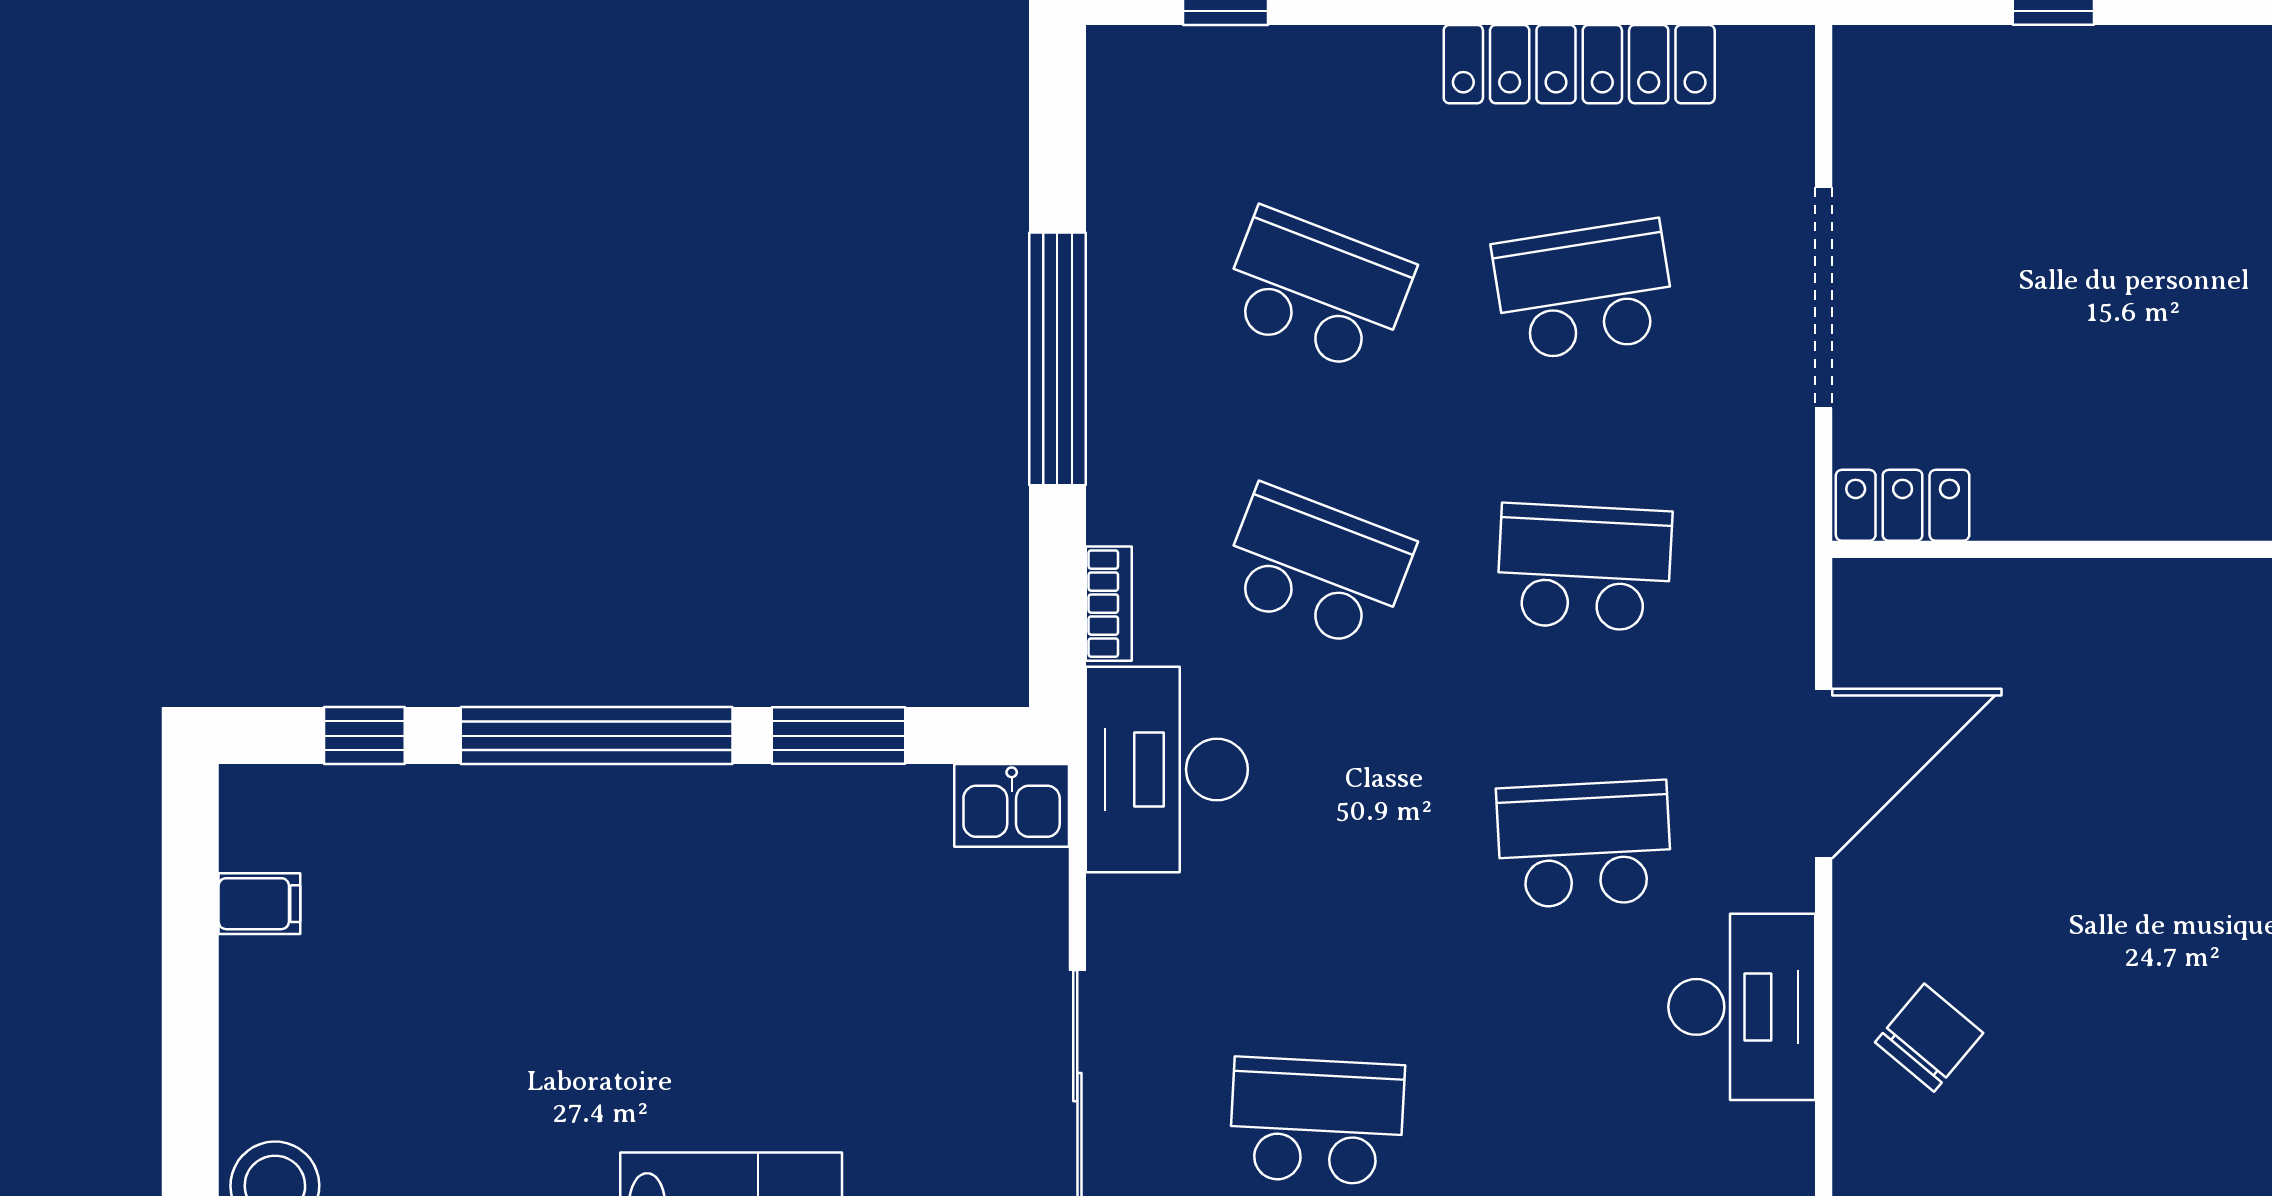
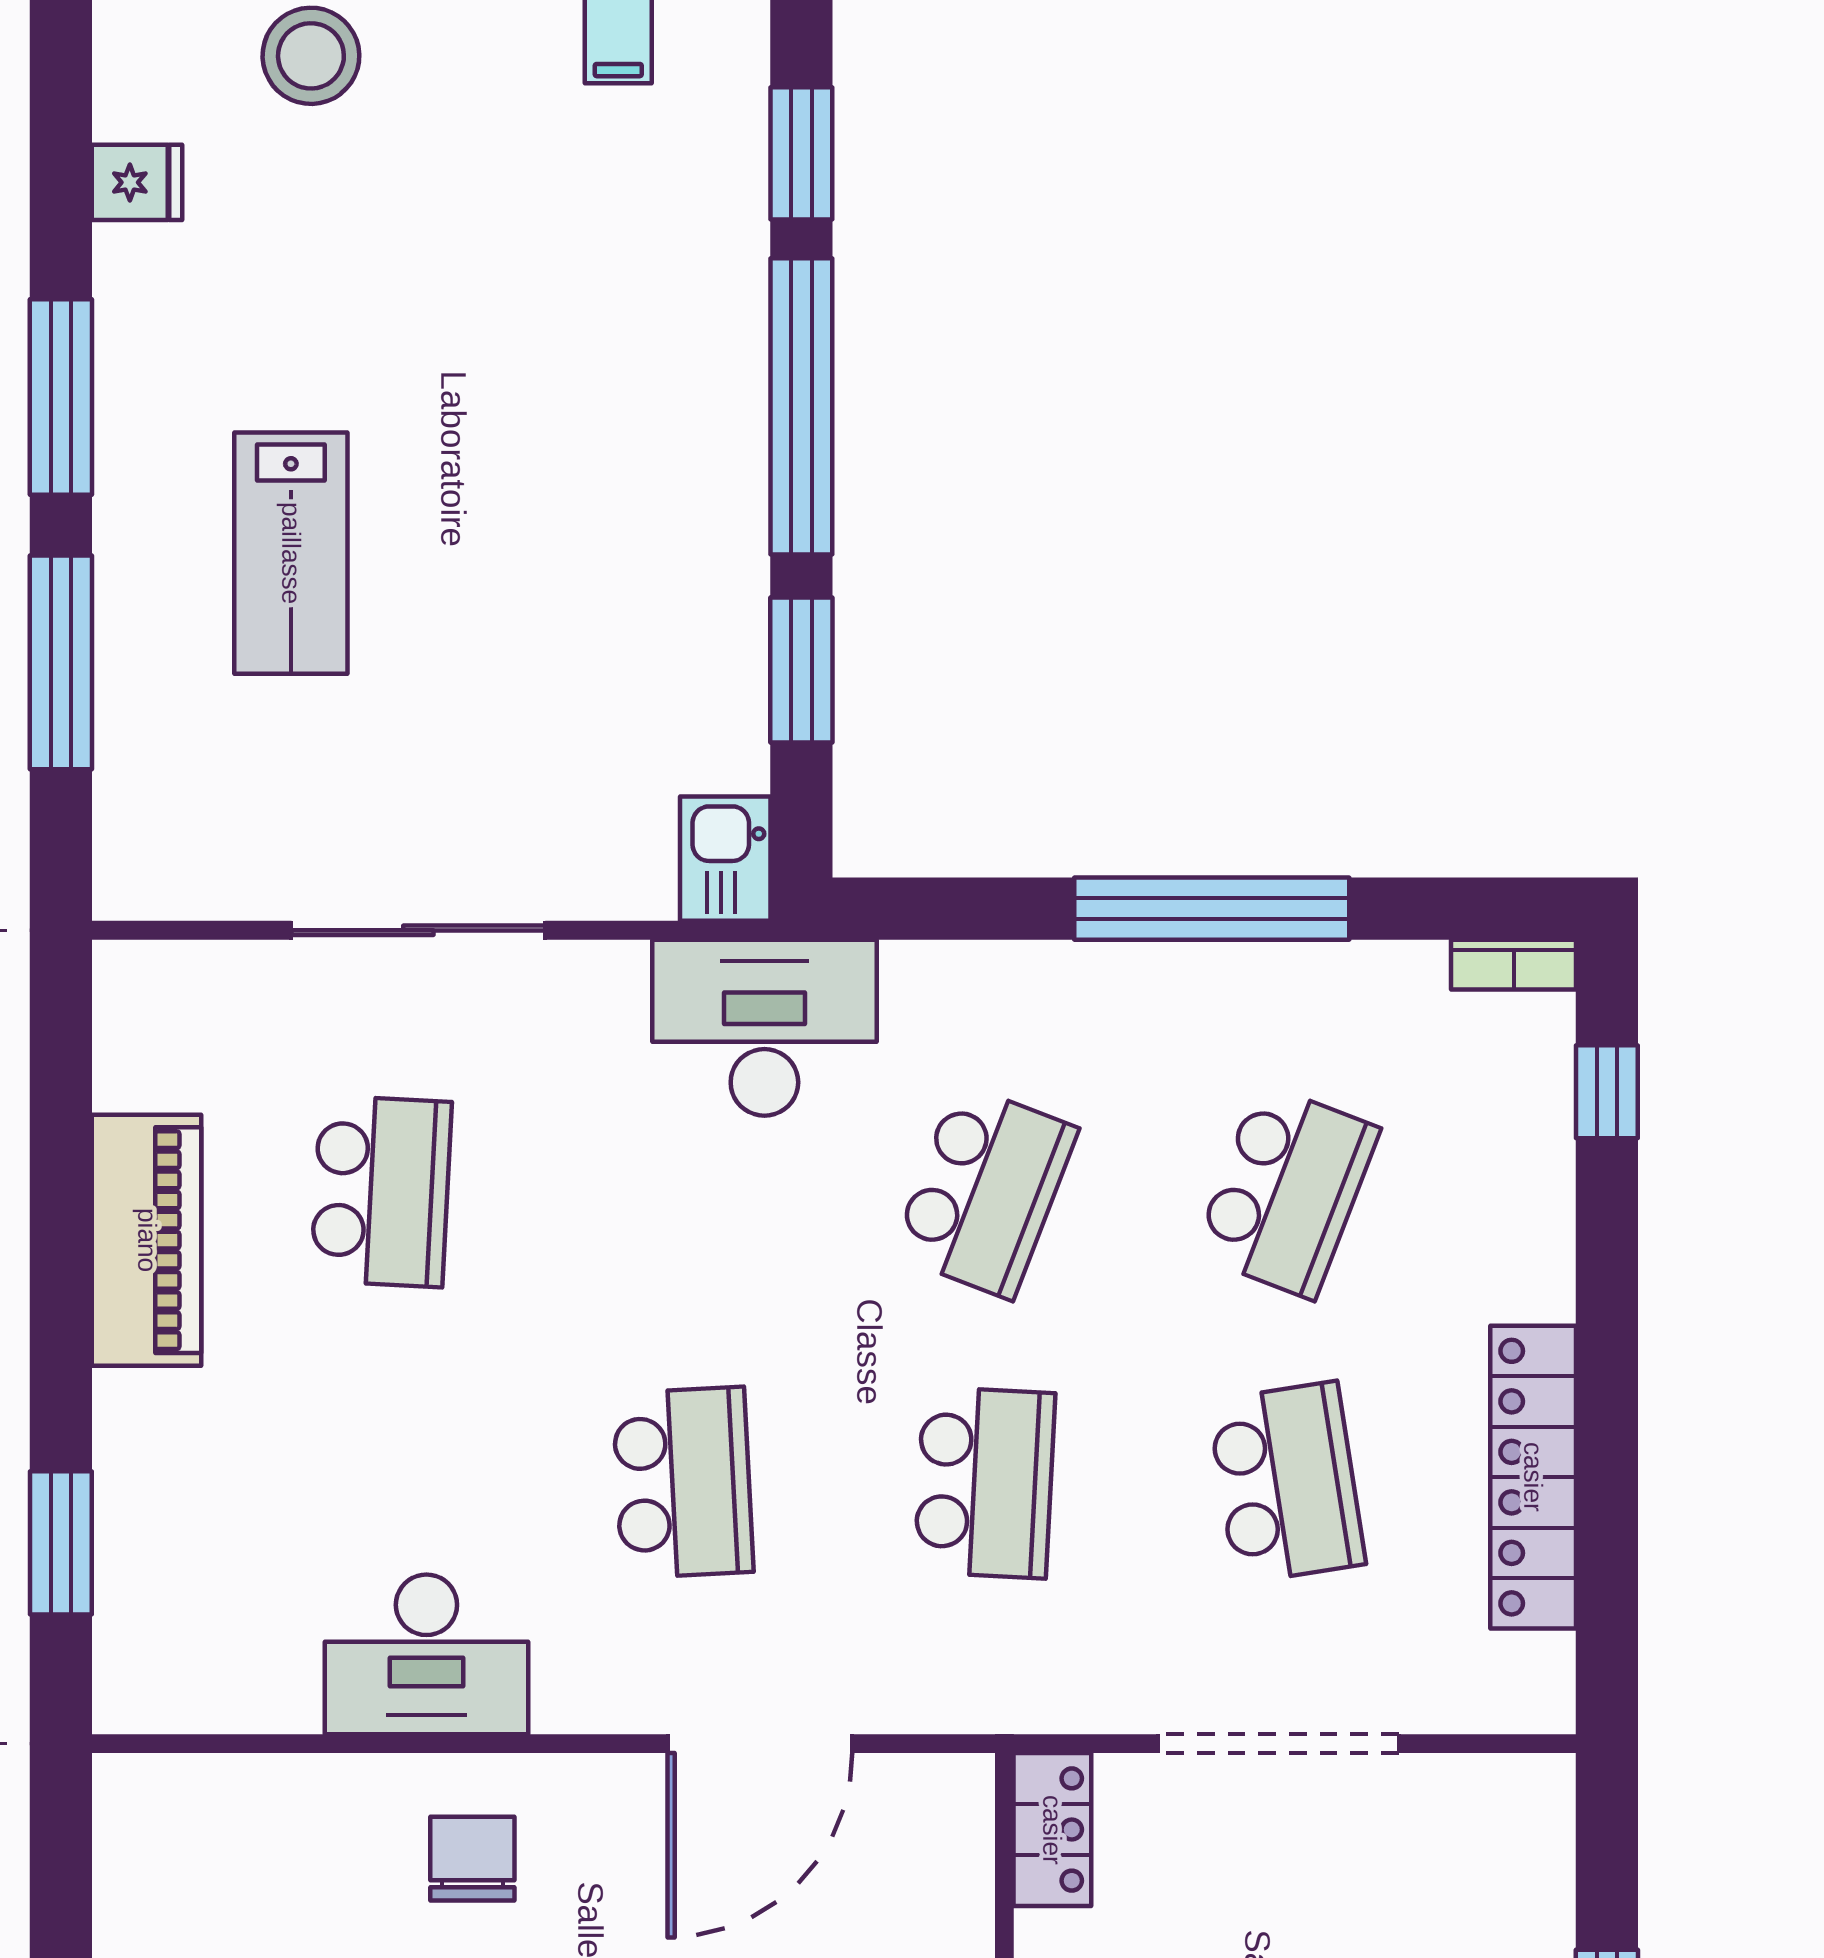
bookcase: (1109, 604) -> (1514, 965), moved
window: (364, 736) -> (801, 153), width x1.50
door: (1824, 774) -> (760, 1744), hinge flipped
desk: (1742, 1007) -> (426, 1654), moved
chair: (1929, 1038) -> (472, 1859), turned -130

